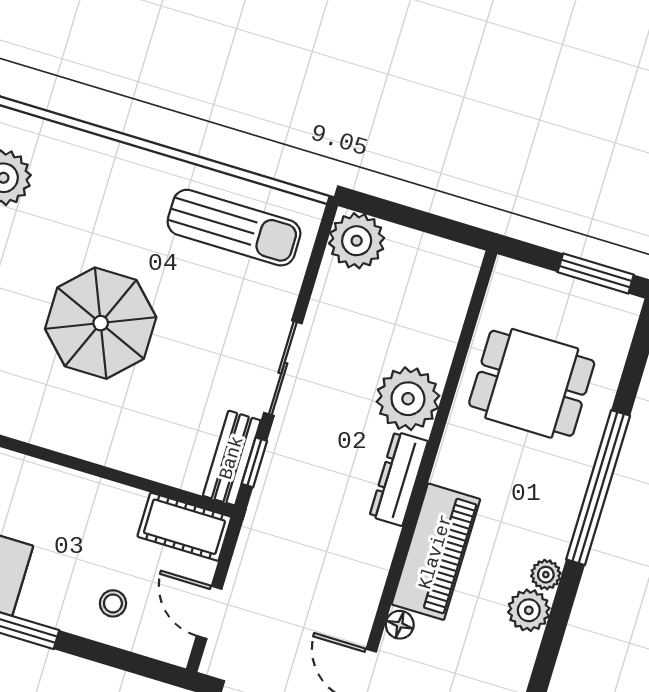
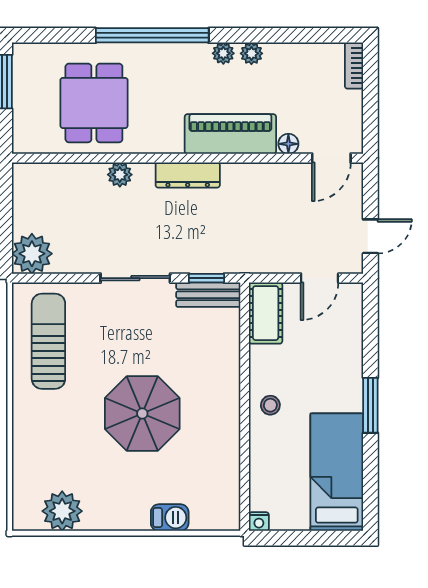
plant: (408, 399) -> (120, 175), width x0.53, depth x0.53
stool: (113, 603) -> (270, 405), moved
plant: (529, 610) -> (251, 53), width x0.73, depth x0.73

